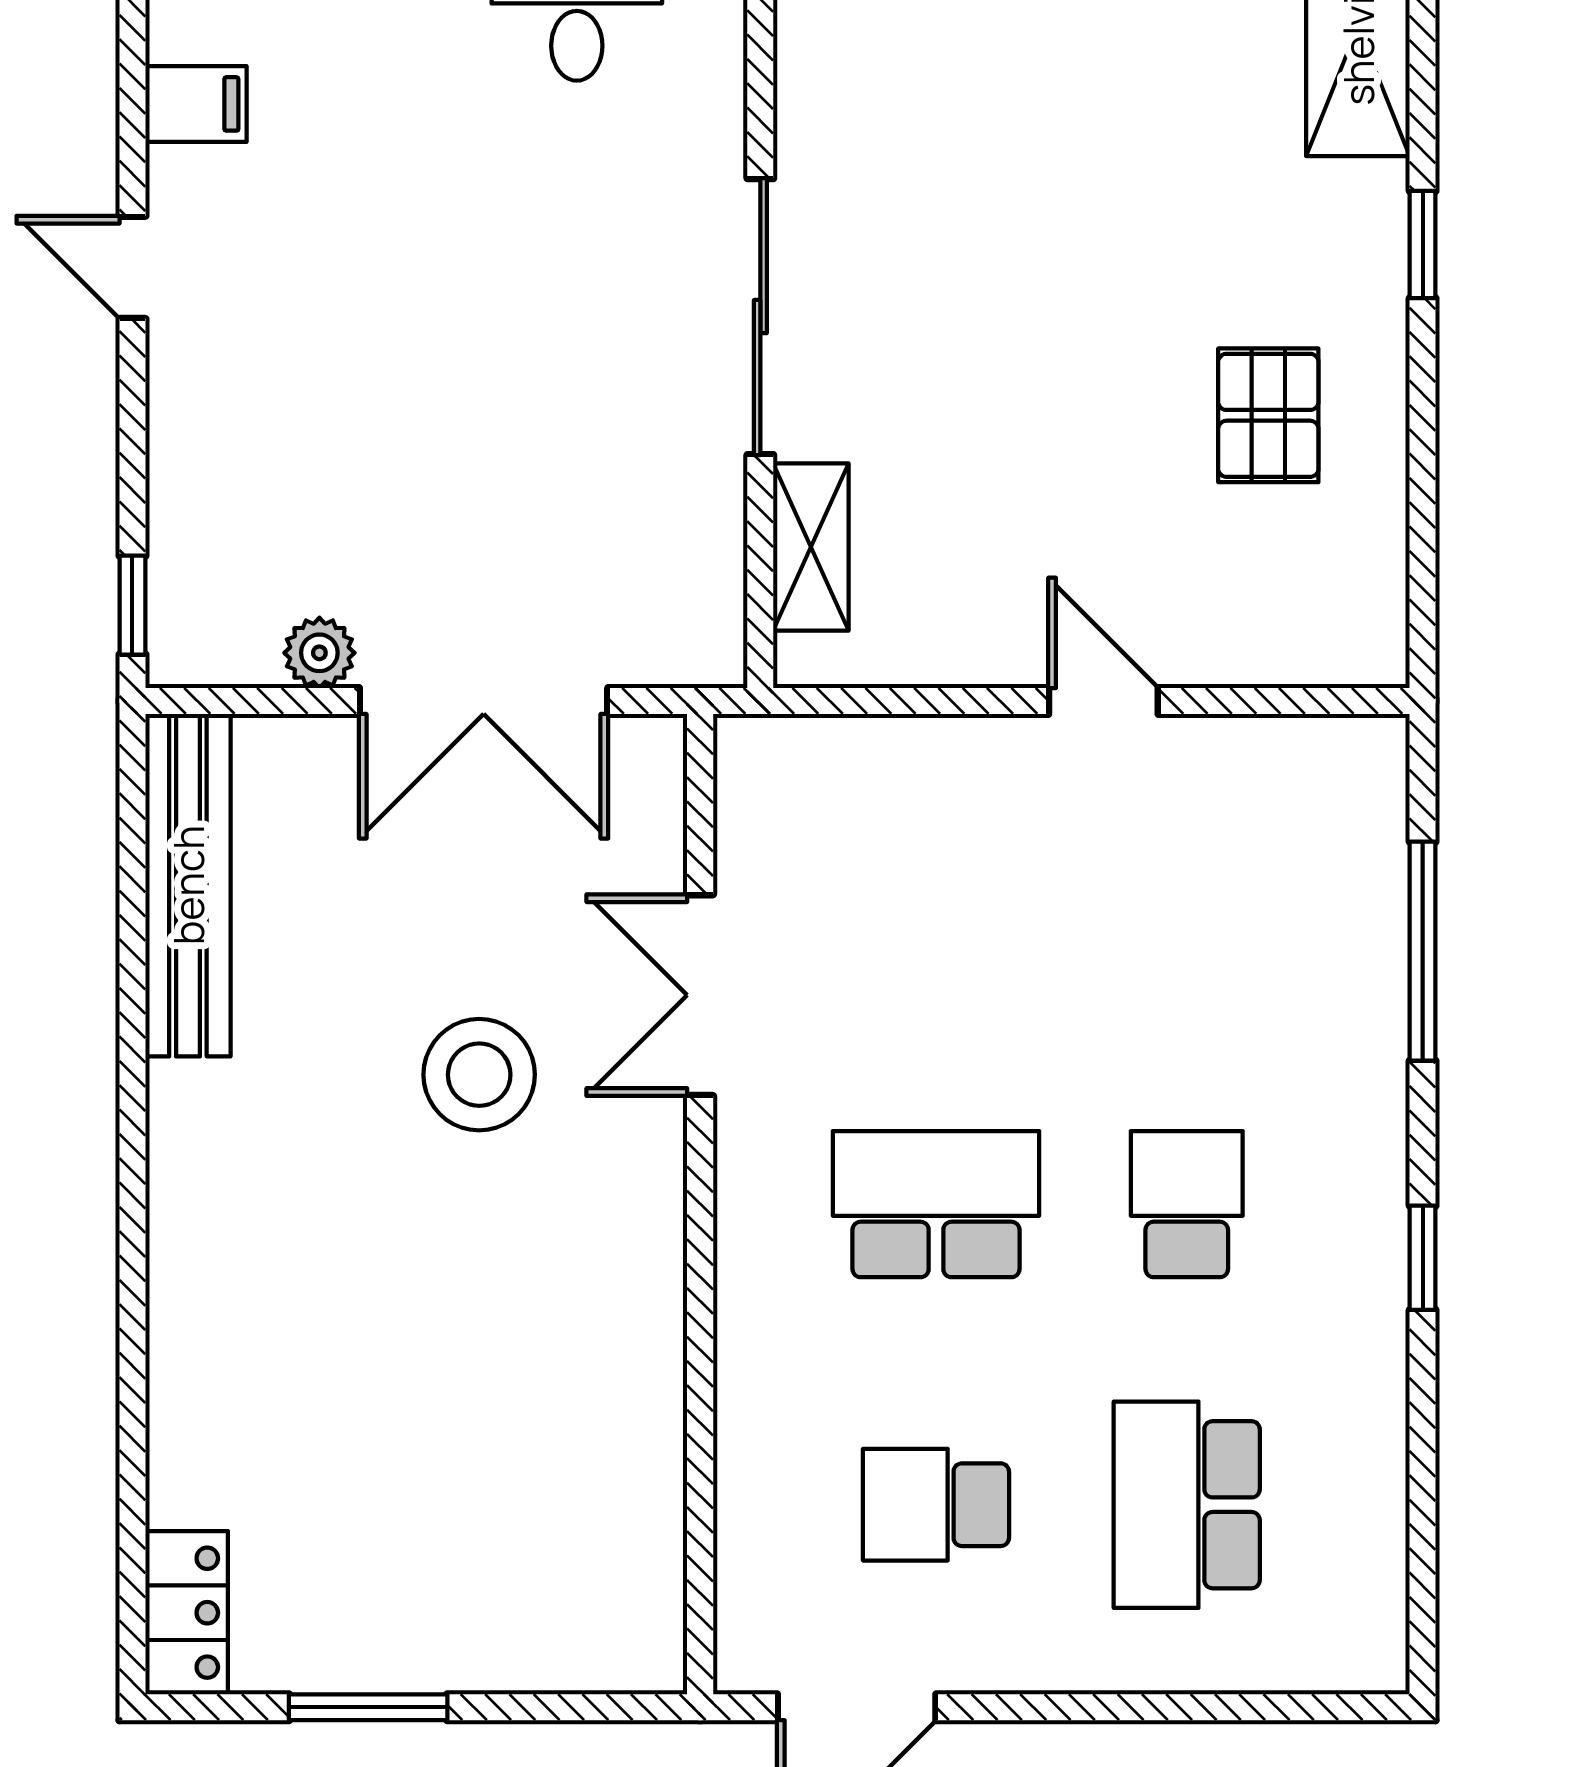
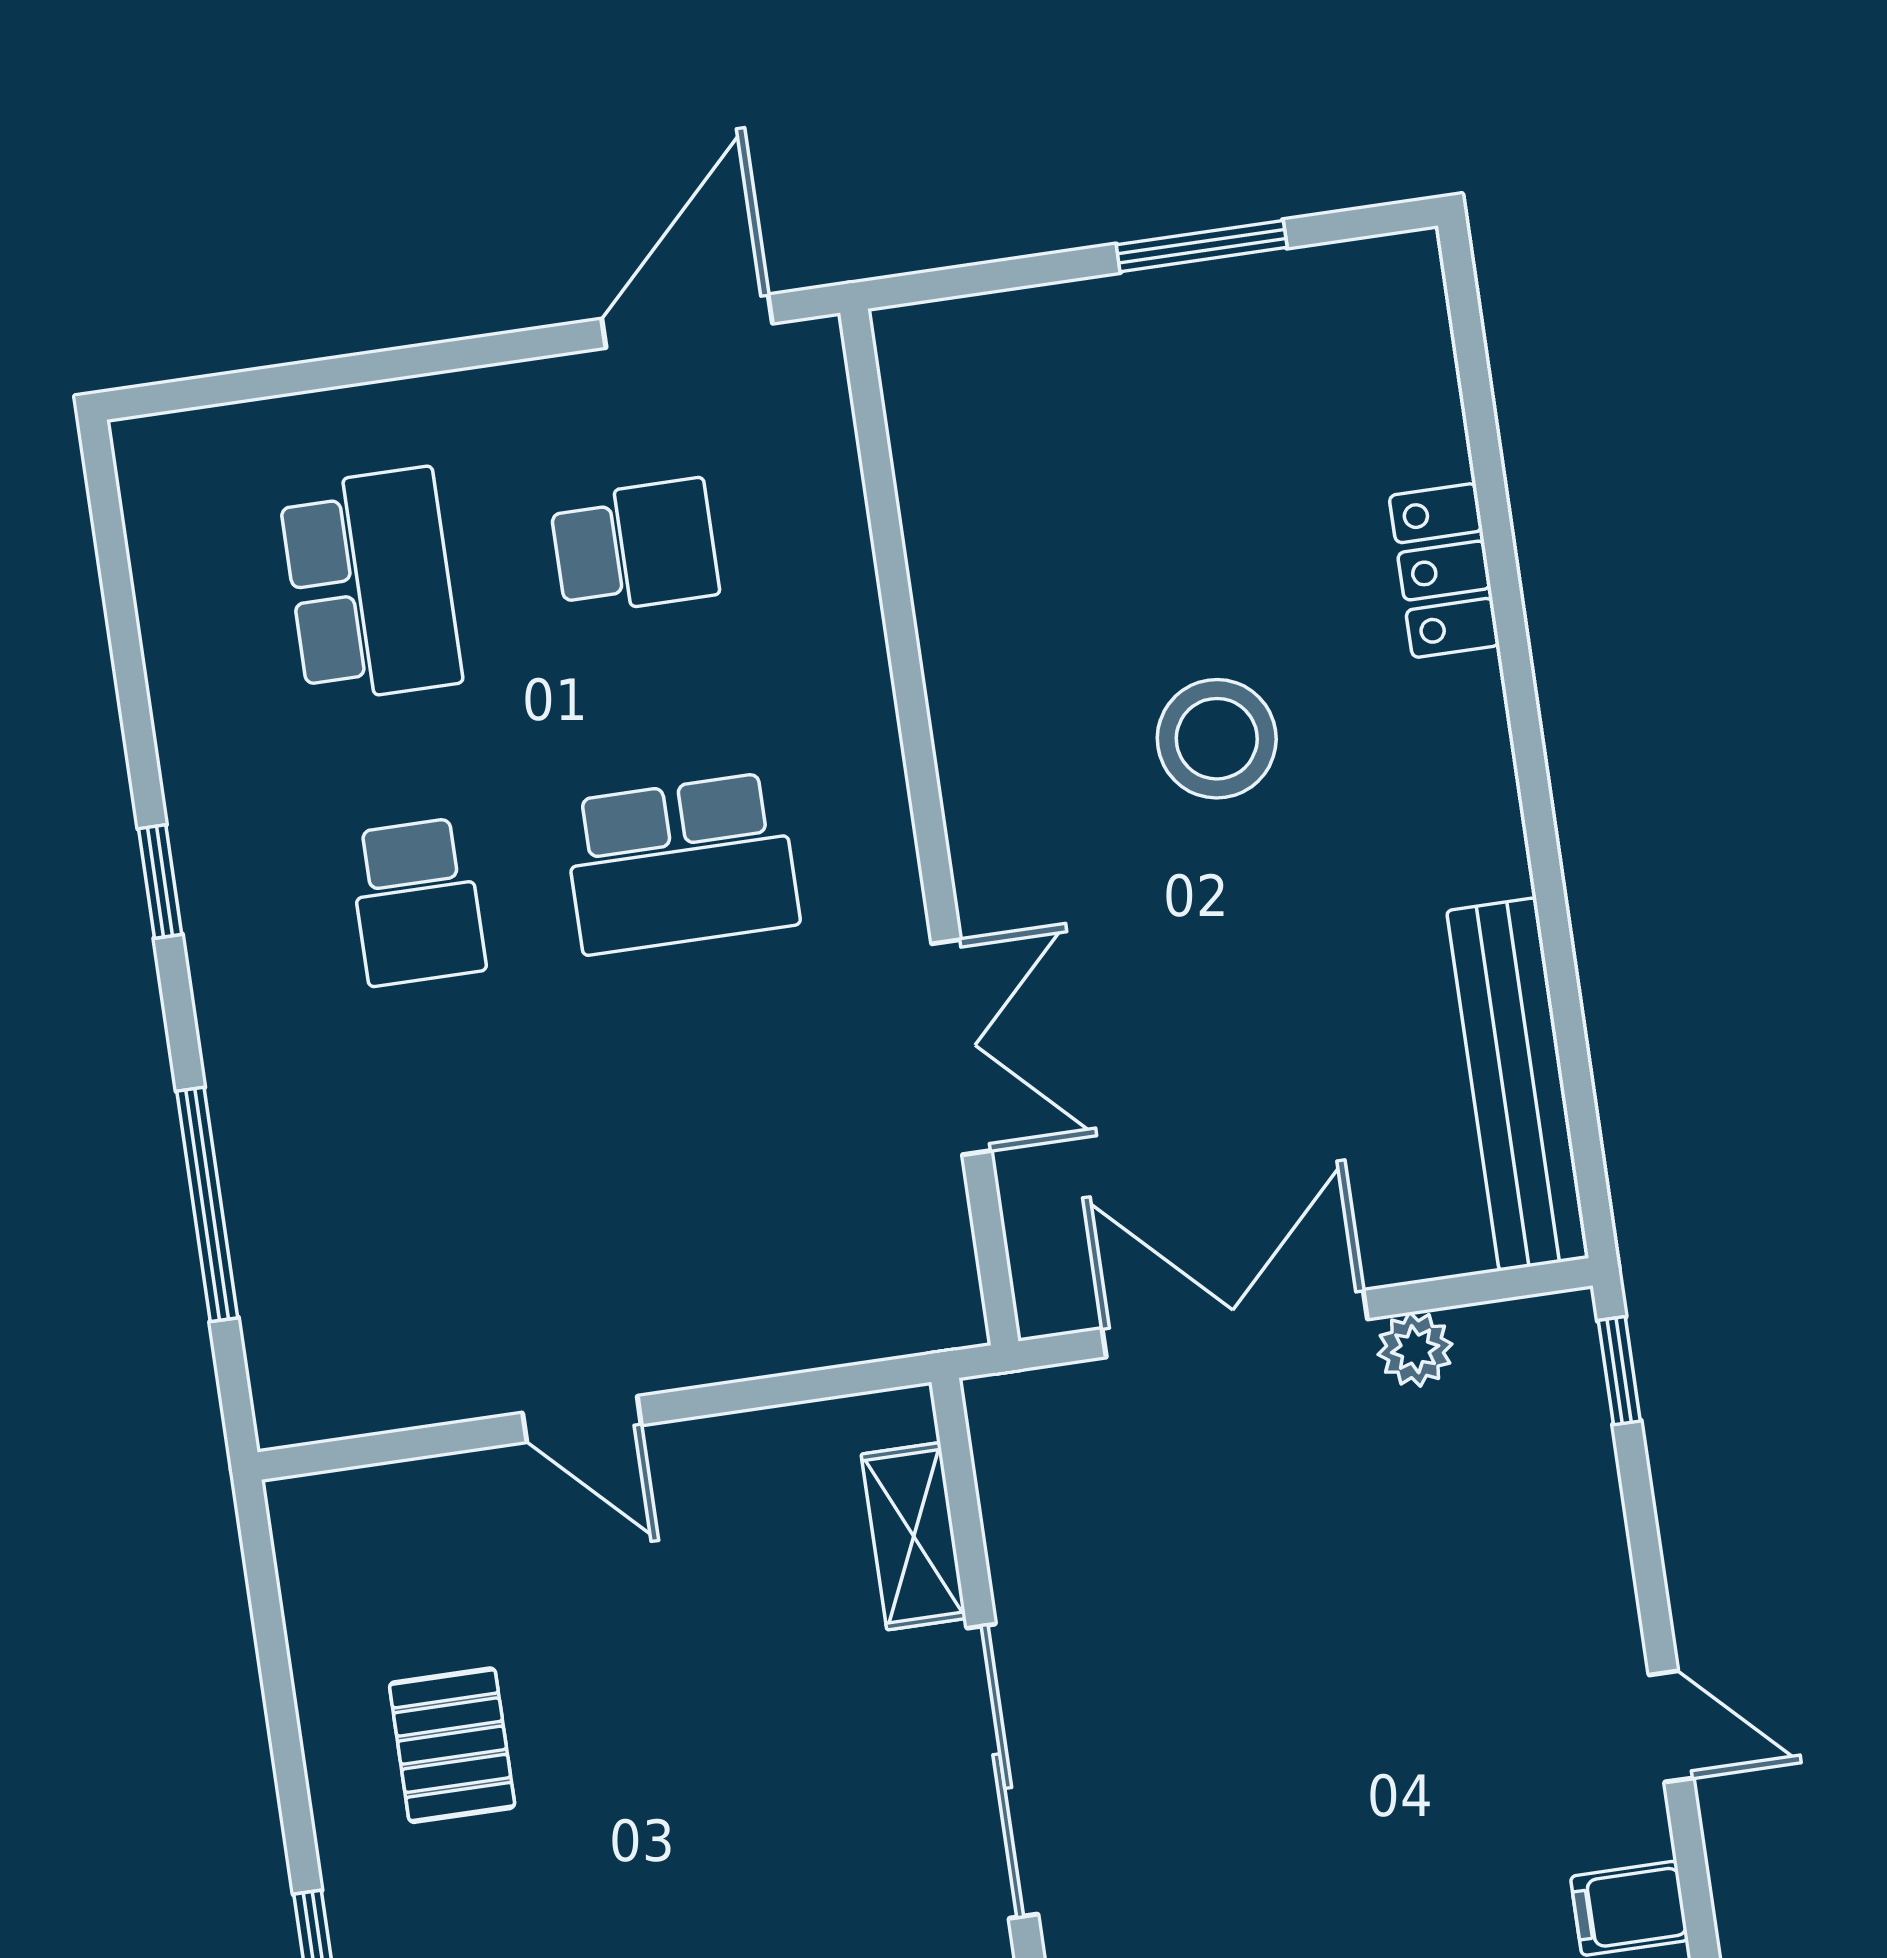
stool: (479, 1075) -> (1217, 739), moved
locker: (187, 1613) -> (1444, 571), moved

